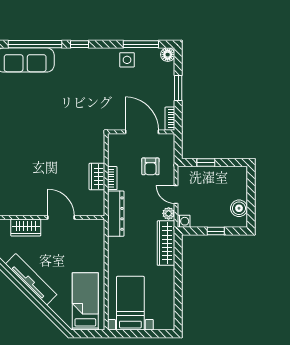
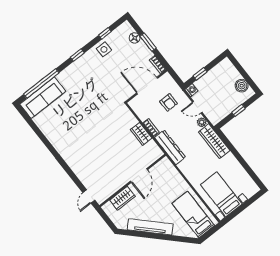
window: (80, 44) -> (77, 55), moved
window: (141, 44) -> (105, 33), width x0.46
floor lamp: (168, 55) -> (135, 38), moved
door: (61, 217) -> (139, 175), swing flipped
washing machine: (184, 221) -> (191, 90), moved

